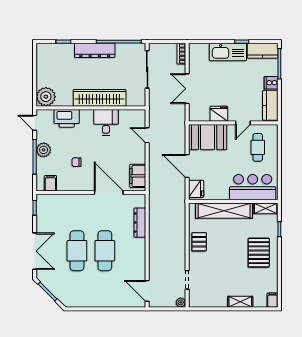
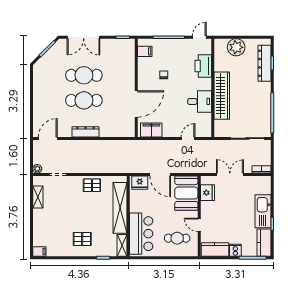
dresser: (95, 50) -> (265, 63), moved
plant: (46, 97) -> (236, 47), moved
fridge: (219, 114) -> (207, 193), moved
plant: (44, 150) -> (175, 45), removed
door: (187, 166) -> (160, 174), swing flipped
dresser: (140, 223) -> (86, 132), moved
pallet: (259, 253) -> (82, 239), width x0.67, depth x0.71
shelving: (240, 302) -> (38, 197), moved

